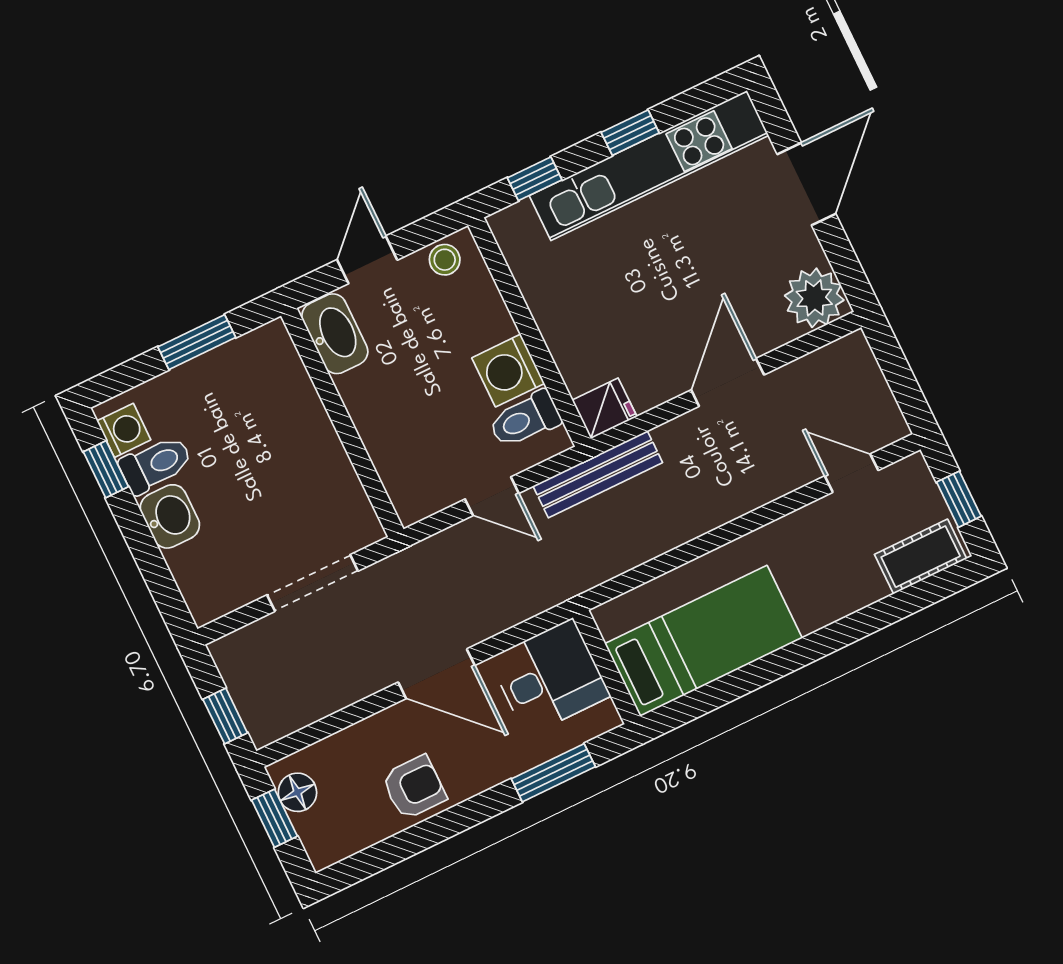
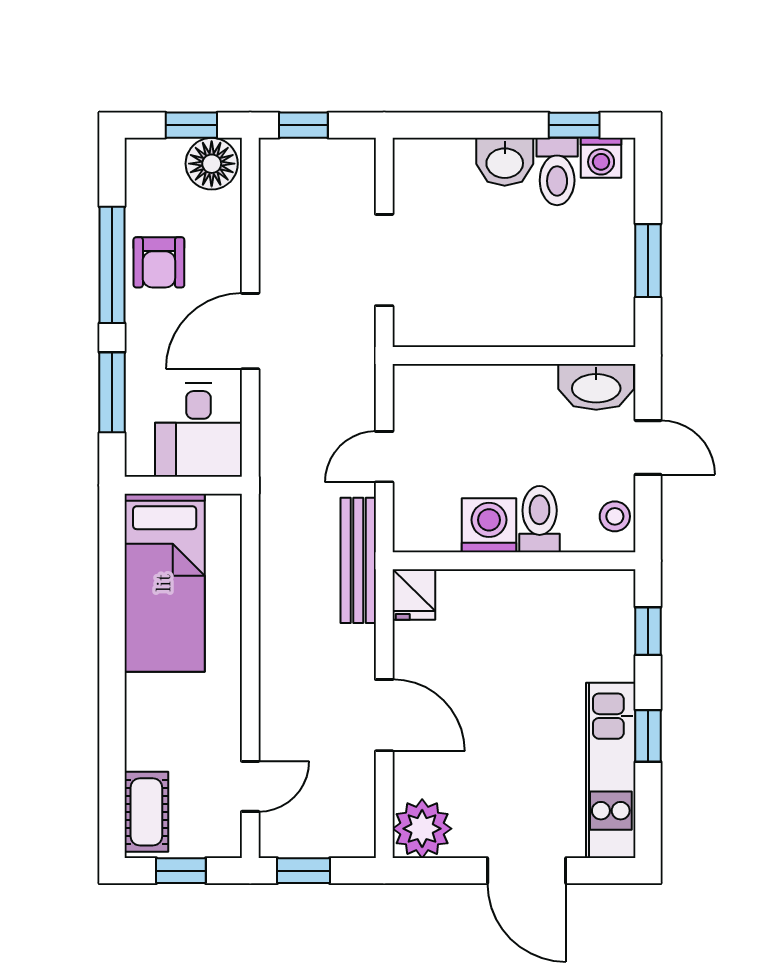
kitchen unit: (649, 165) -> (611, 770), width x0.73
window: (905, 387) -> (303, 871), added
toilet: (525, 419) -> (540, 519), moved
floor lamp: (297, 792) -> (212, 164), width x1.38, depth x1.38
window: (437, 829) -> (112, 265), added

